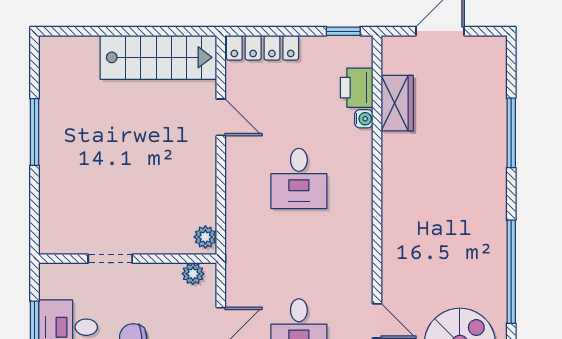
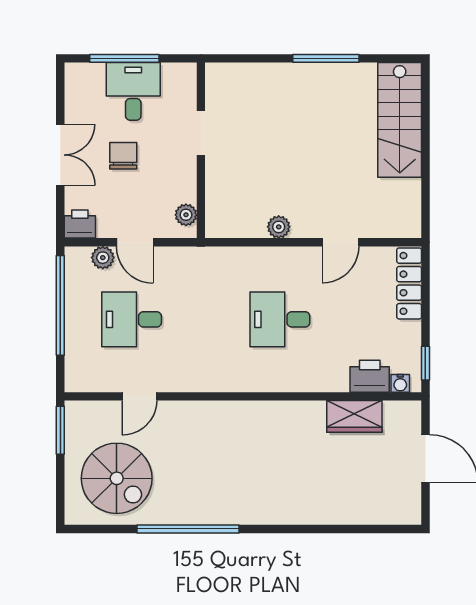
stairs: (158, 57) -> (400, 120), moved
water cooler: (364, 119) -> (400, 383), moved
window: (511, 133) -> (325, 529), removed
plant: (205, 237) -> (279, 227), moved

